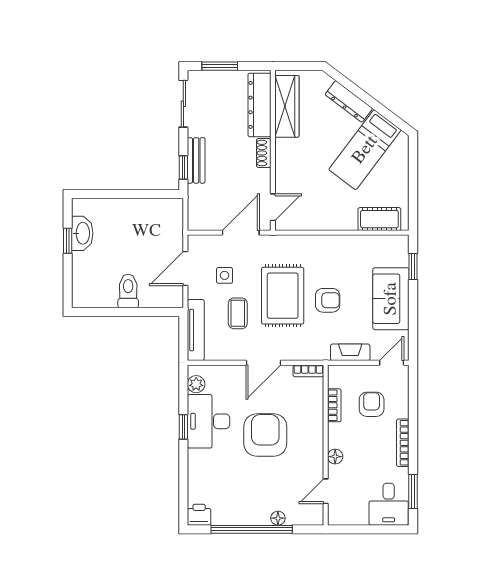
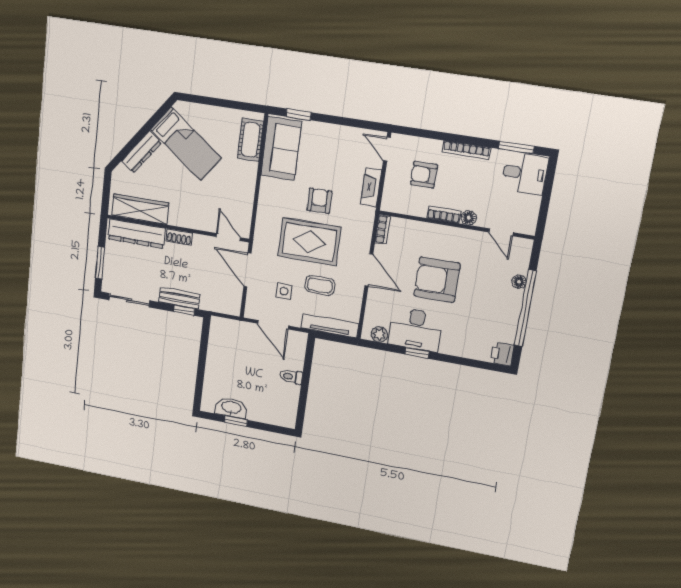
toilet: (128, 291) -> (291, 377), width x0.73, depth x0.72
sofa: (391, 299) -> (281, 148), moved, turned -90
bookcase: (334, 405) -> (444, 215), moved

